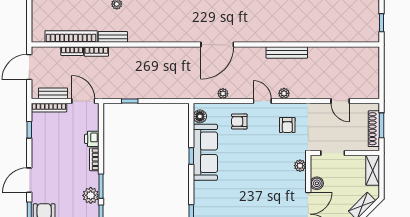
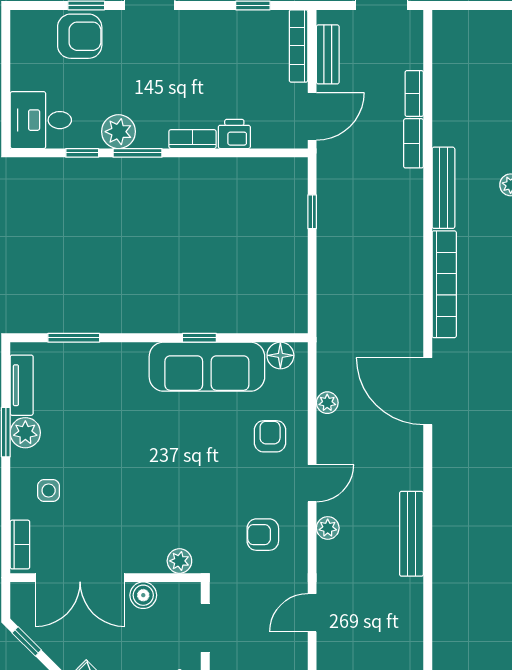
bookcase: (71, 37) -> (444, 284), moved
bench: (113, 37) -> (443, 188), width x1.36
door: (340, 101) -> (312, 613), moved

